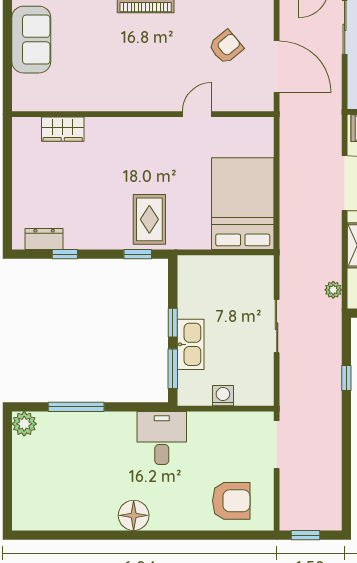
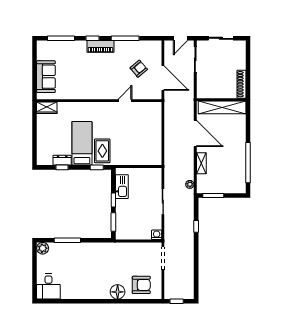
sofa: (31, 40) -> (46, 77), moved
wardrobe: (63, 129) -> (47, 108), moved
bed: (243, 204) -> (82, 143), moved, width x0.67
dresser: (44, 239) -> (62, 160), moved
kitchen sink: (191, 344) -> (122, 187), moved
washing machine: (223, 396) -> (157, 235), moved
desk: (162, 438) -> (48, 286), moved, turned 180
floor lamp: (134, 515) -> (118, 292), moved

